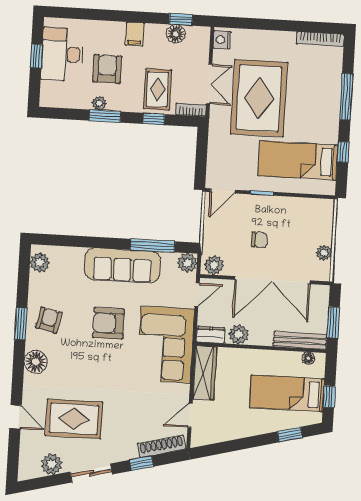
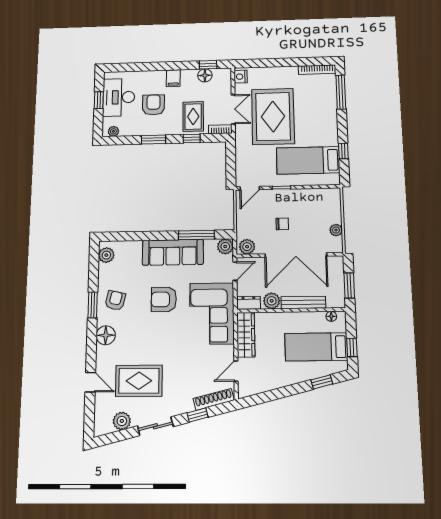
window: (346, 97) -> (341, 92), moved
plant: (99, 103) -> (113, 131), moved
bench: (300, 340) -> (303, 302), moved

